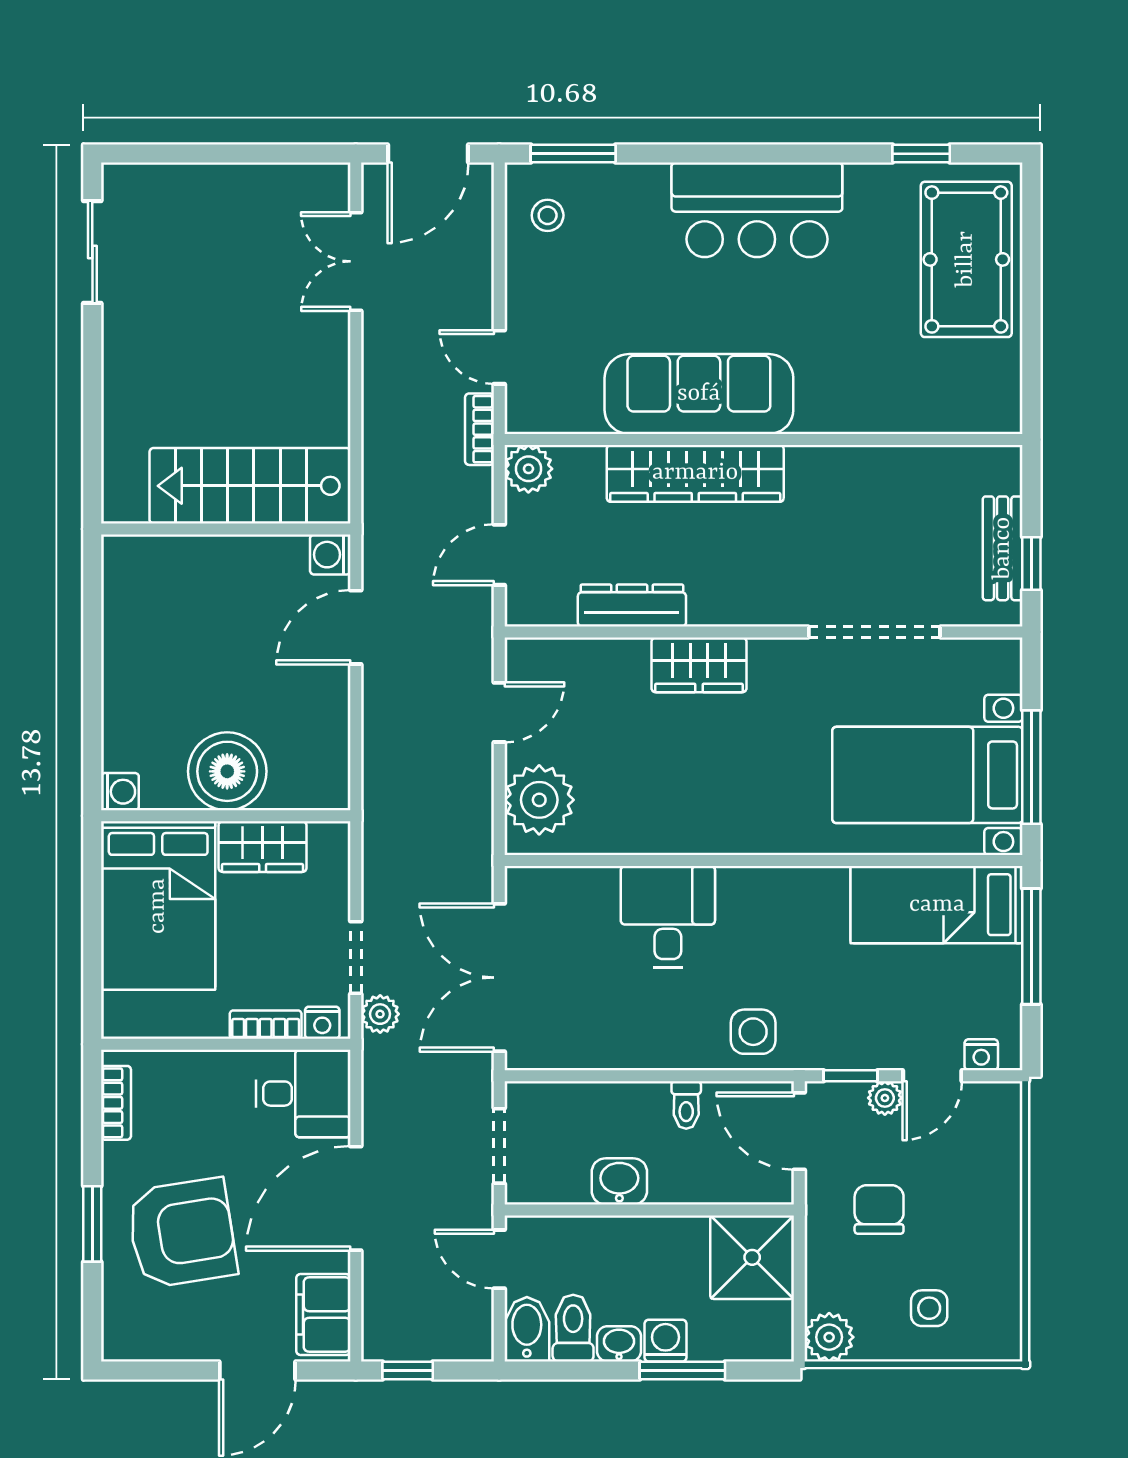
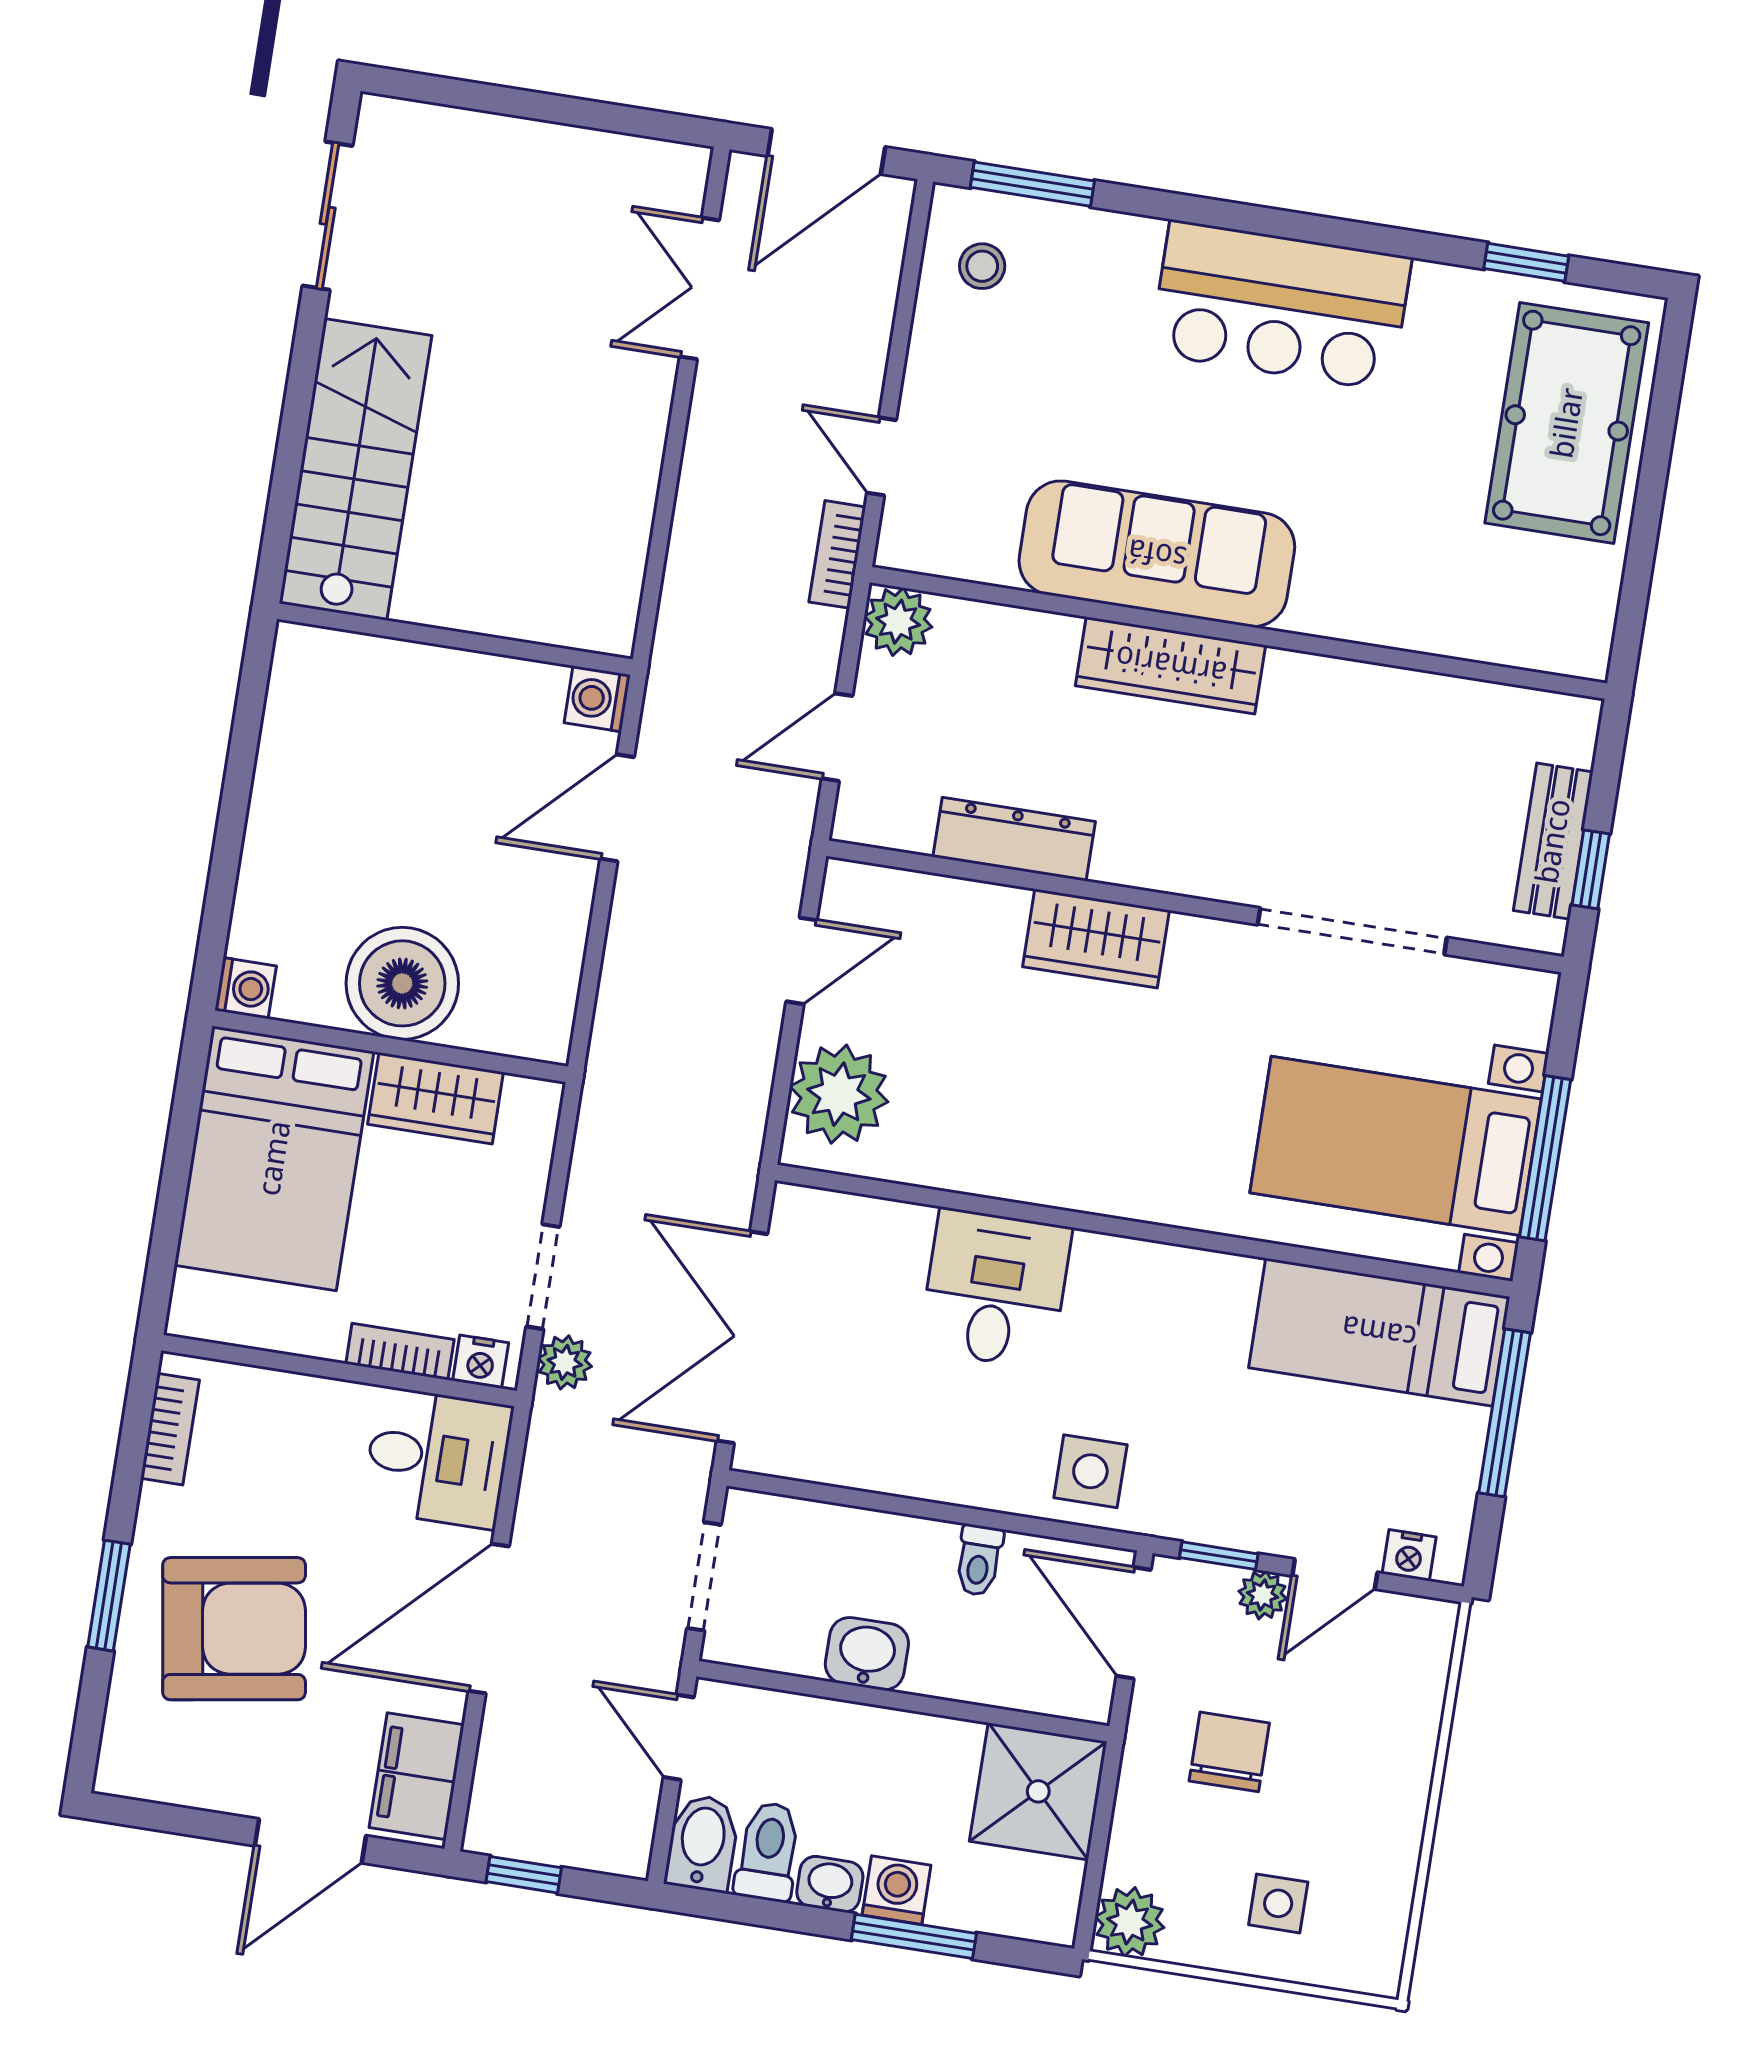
wardrobe: (695, 473) -> (1171, 665), width x0.71, depth x0.85
stairs: (250, 486) -> (355, 469), moved, turned 90

